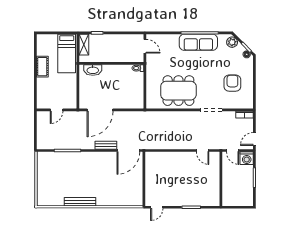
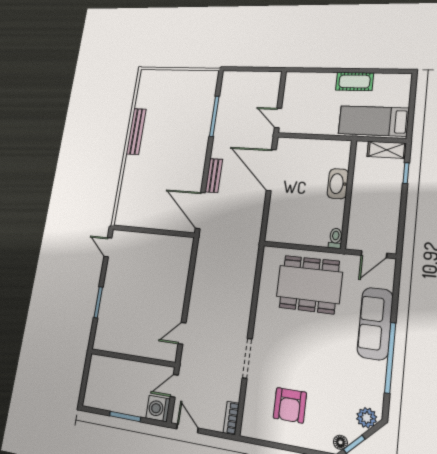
sofa: (198, 42) -> (375, 323), moved
washbasin: (93, 70) -> (338, 184), moved
armchair: (232, 83) -> (290, 405), turned 90
dining table: (178, 91) -> (309, 284), moved, turned 90
door: (57, 110) -> (278, 118), moved

